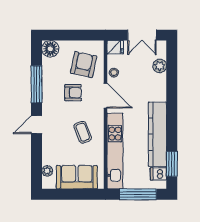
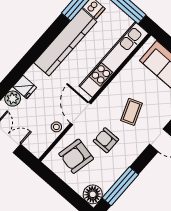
fridge: (115, 47) -> (25, 87), moved, turned 180
window: (37, 84) -> (120, 186), moved
coffee table: (83, 132) -> (132, 112), moved

